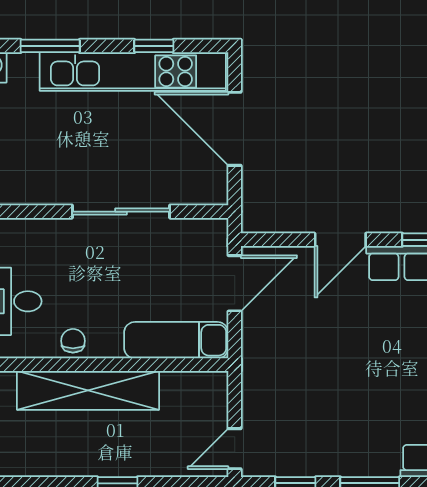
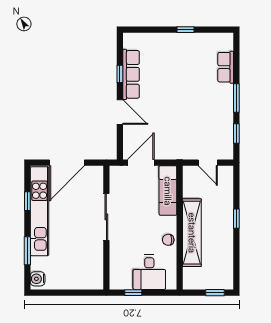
door: (235, 283) -> (141, 163), hinge flipped
door: (235, 449) -> (208, 163), moved

